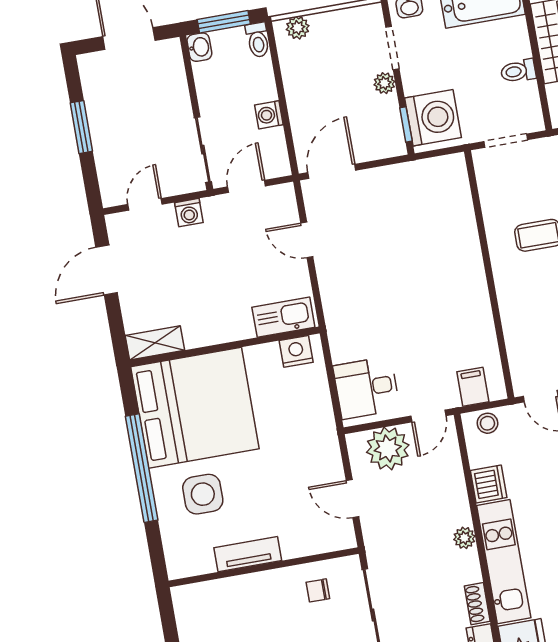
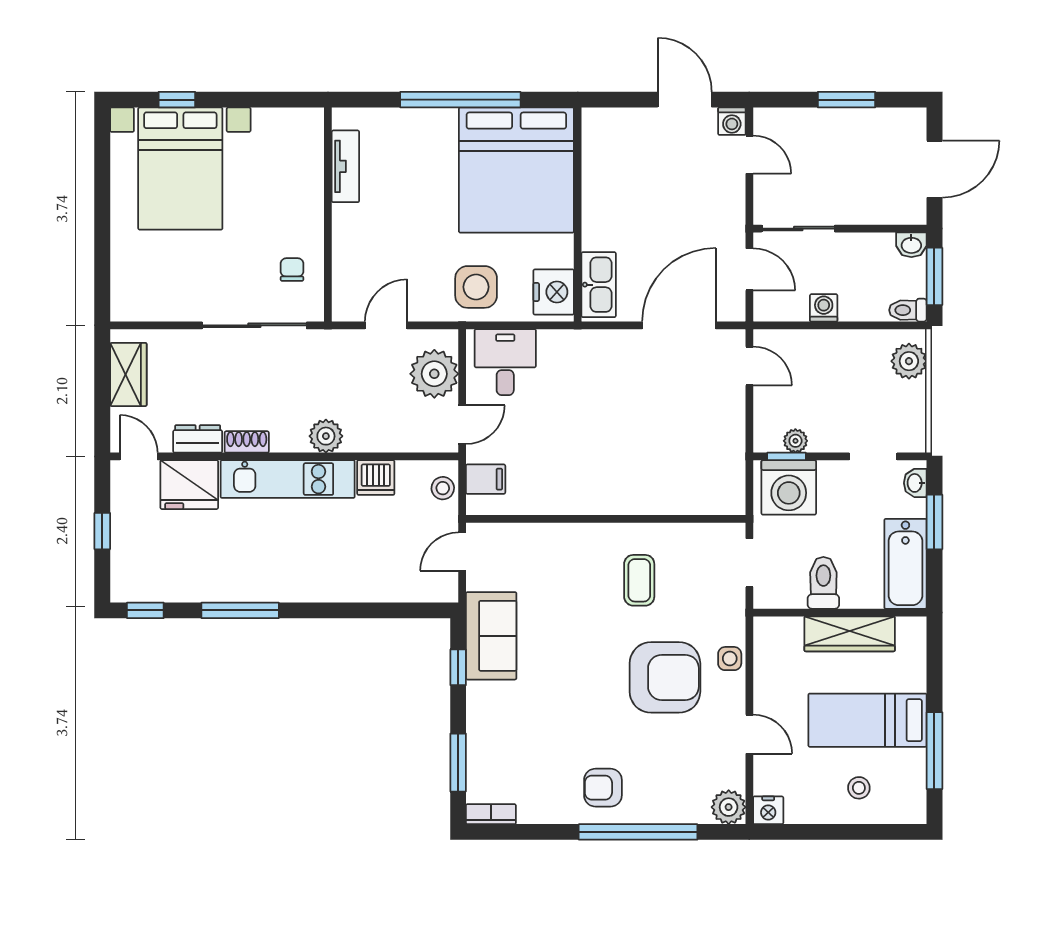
plant: (298, 28) -> (909, 361), width x1.38, depth x1.38
toilet: (518, 71) -> (823, 583), width x1.37, depth x1.39
plant: (384, 83) -> (795, 441), moved
door: (332, 171) -> (749, 366), width x0.73
washing machine: (189, 213) -> (732, 121), moved, turned -90
door: (307, 240) -> (679, 325), width x1.88
shelving: (155, 343) -> (595, 139), removed
nightstand: (296, 351) -> (554, 292), width x1.36, depth x1.33
door: (428, 416) -> (462, 425), swing flipped
side table: (203, 494) -> (476, 287), moved
plant: (464, 538) -> (326, 436), width x1.38, depth x1.38
tv unit: (248, 554) -> (345, 166), moved

